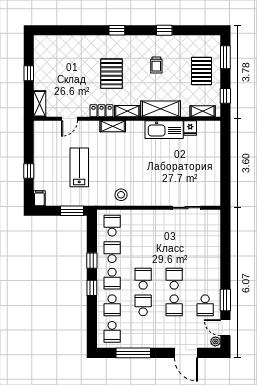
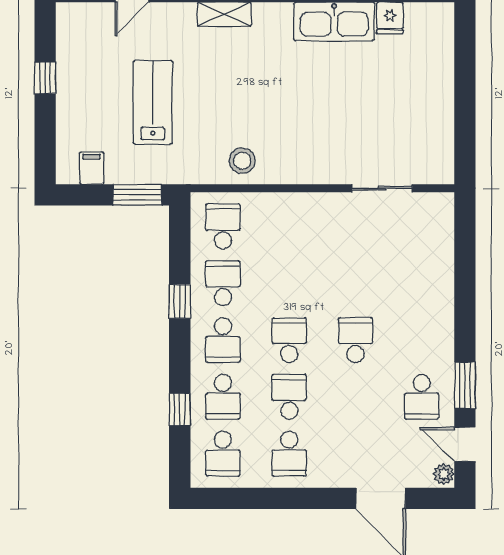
window: (29, 171) -> (45, 78), moved
filing cabinet: (39, 198) -> (92, 168), moved
window: (92, 288) -> (180, 409), moved
school desk: (174, 305) -> (289, 453), moved
window: (133, 353) -> (268, 498), removed

